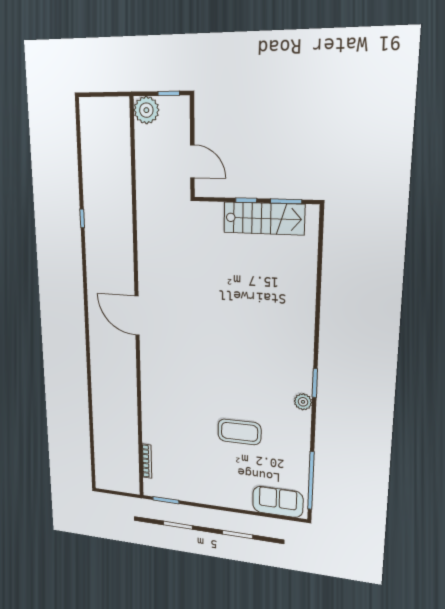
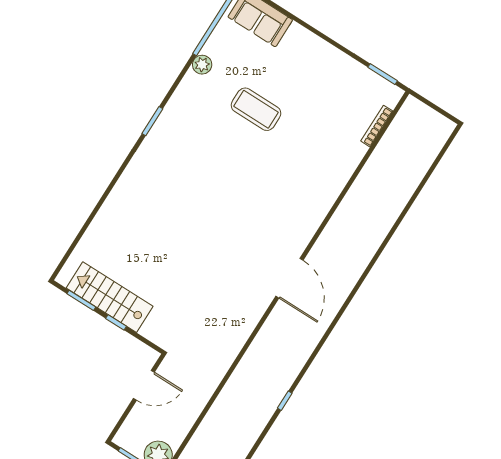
door: (192, 161) -> (144, 385), swing flipped
plant: (303, 402) -> (202, 65), moved

